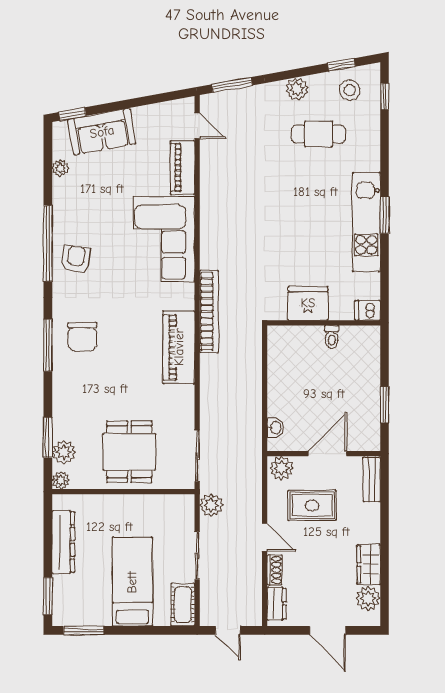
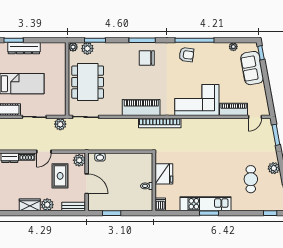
stool: (350, 90) -> (273, 195), removed
dining table: (129, 452) -> (88, 82), width x1.38
dresser: (63, 542) -> (24, 48), moved
plant: (368, 598) -> (47, 205), moved

